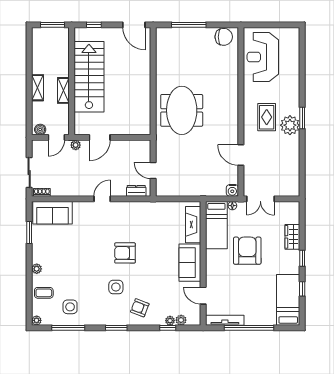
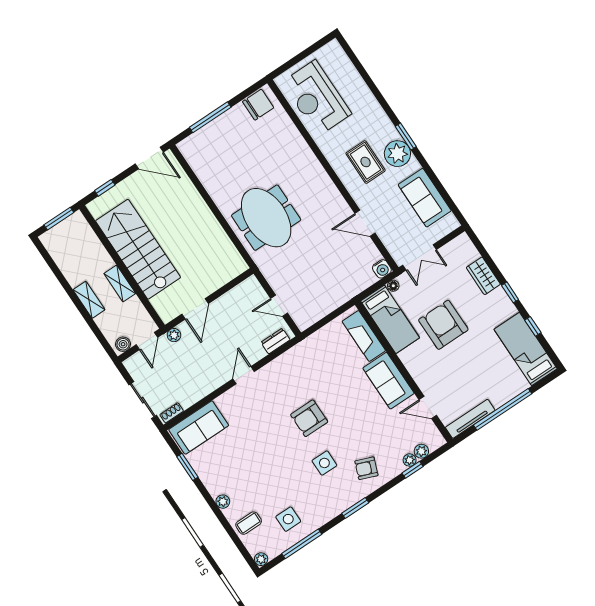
sofa: (288, 164) -> (425, 198), added

